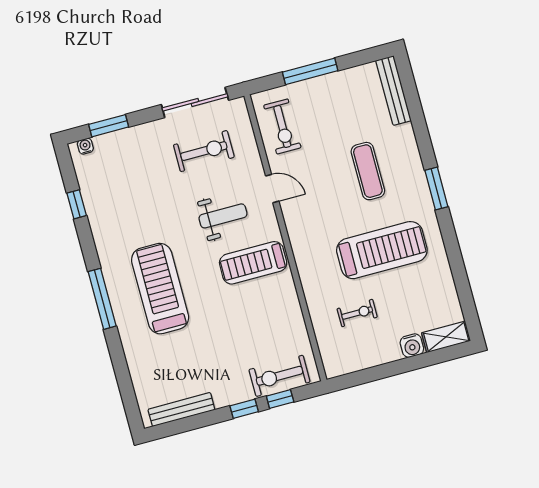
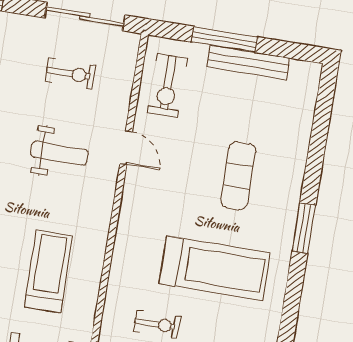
bench: (393, 90) -> (248, 62), moved, turned 90
exercise bike: (204, 151) -> (71, 74), width x0.73, depth x0.72
treadmill: (253, 263) -> (48, 271), moved, turned 90

